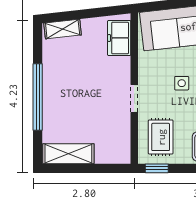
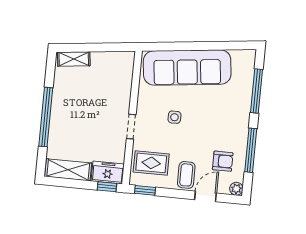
freezer: (119, 38) -> (108, 173), moved, turned 90
rug: (161, 137) -> (151, 163), turned 90
window: (114, 168) -> (107, 187), added

